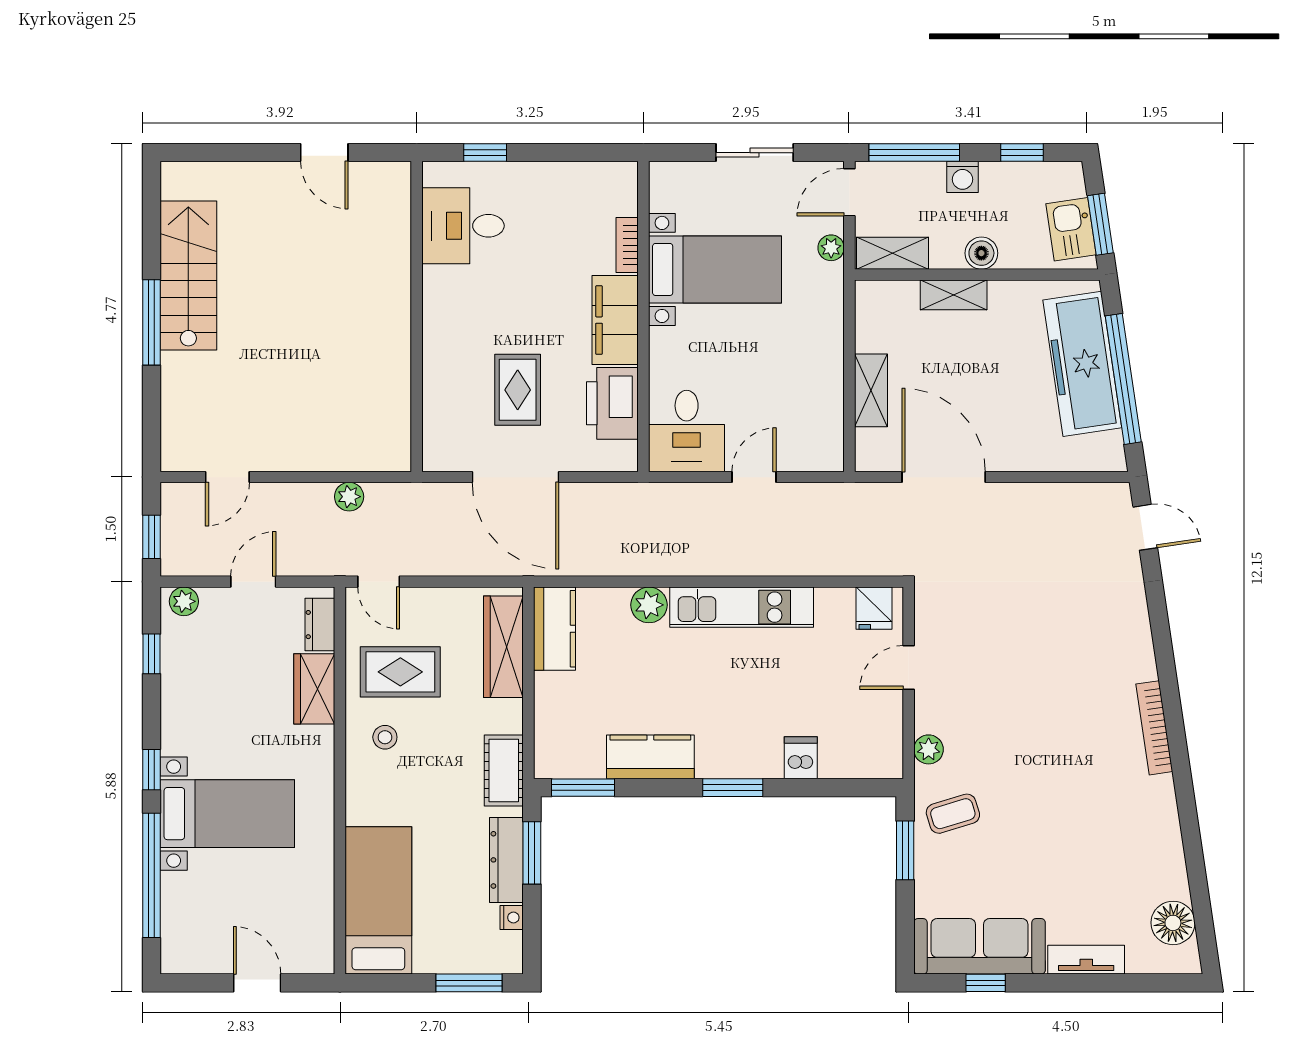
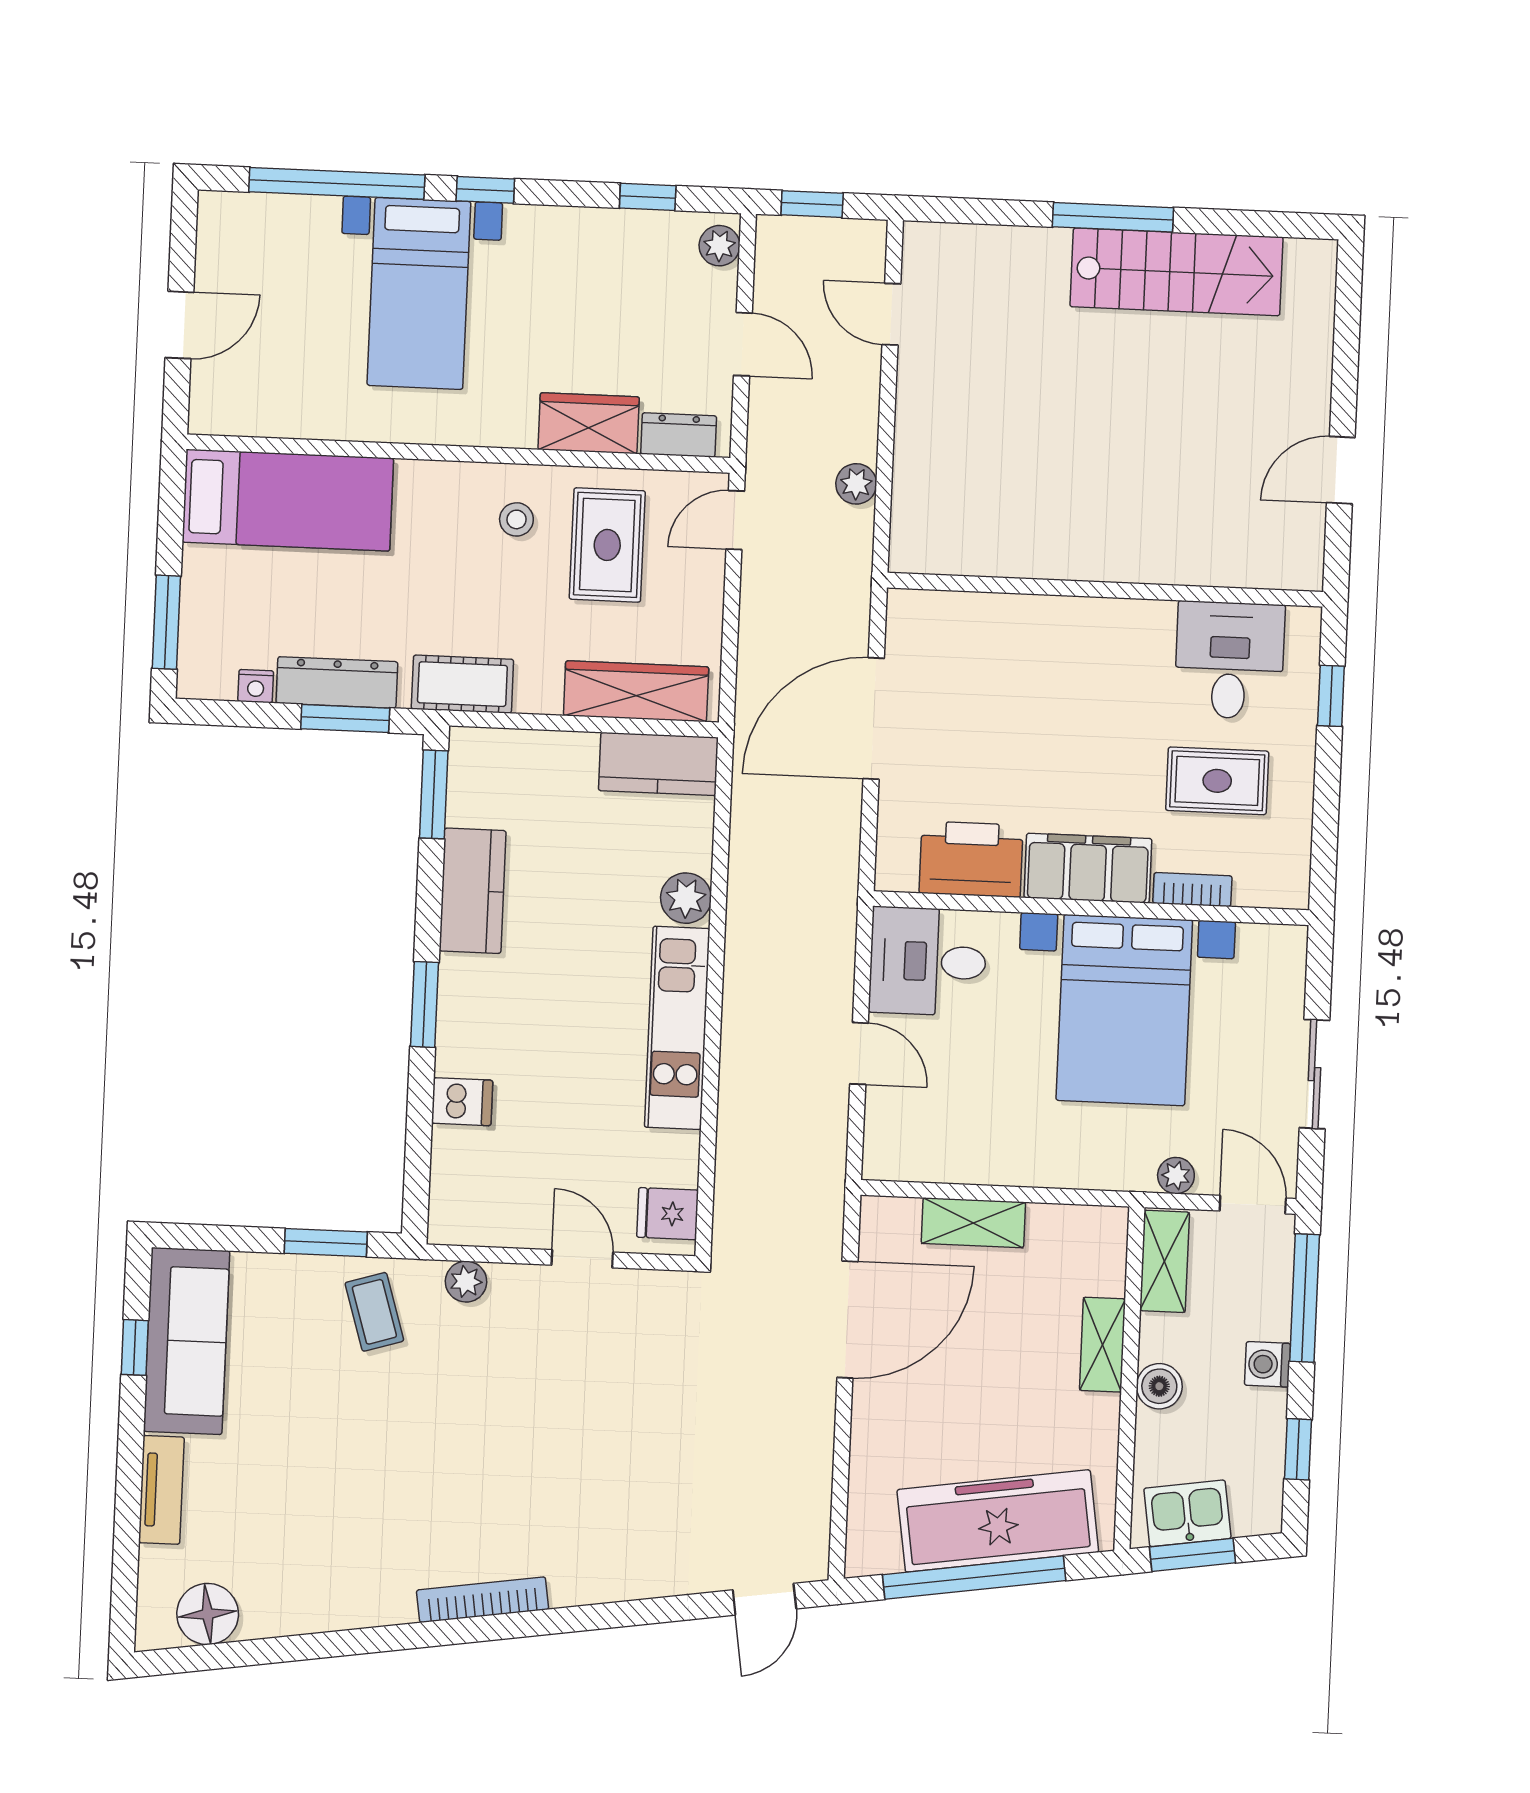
bed with nightstands: (715, 269) -> (1124, 1010), width x1.36
rug: (518, 390) -> (1217, 781), moved

